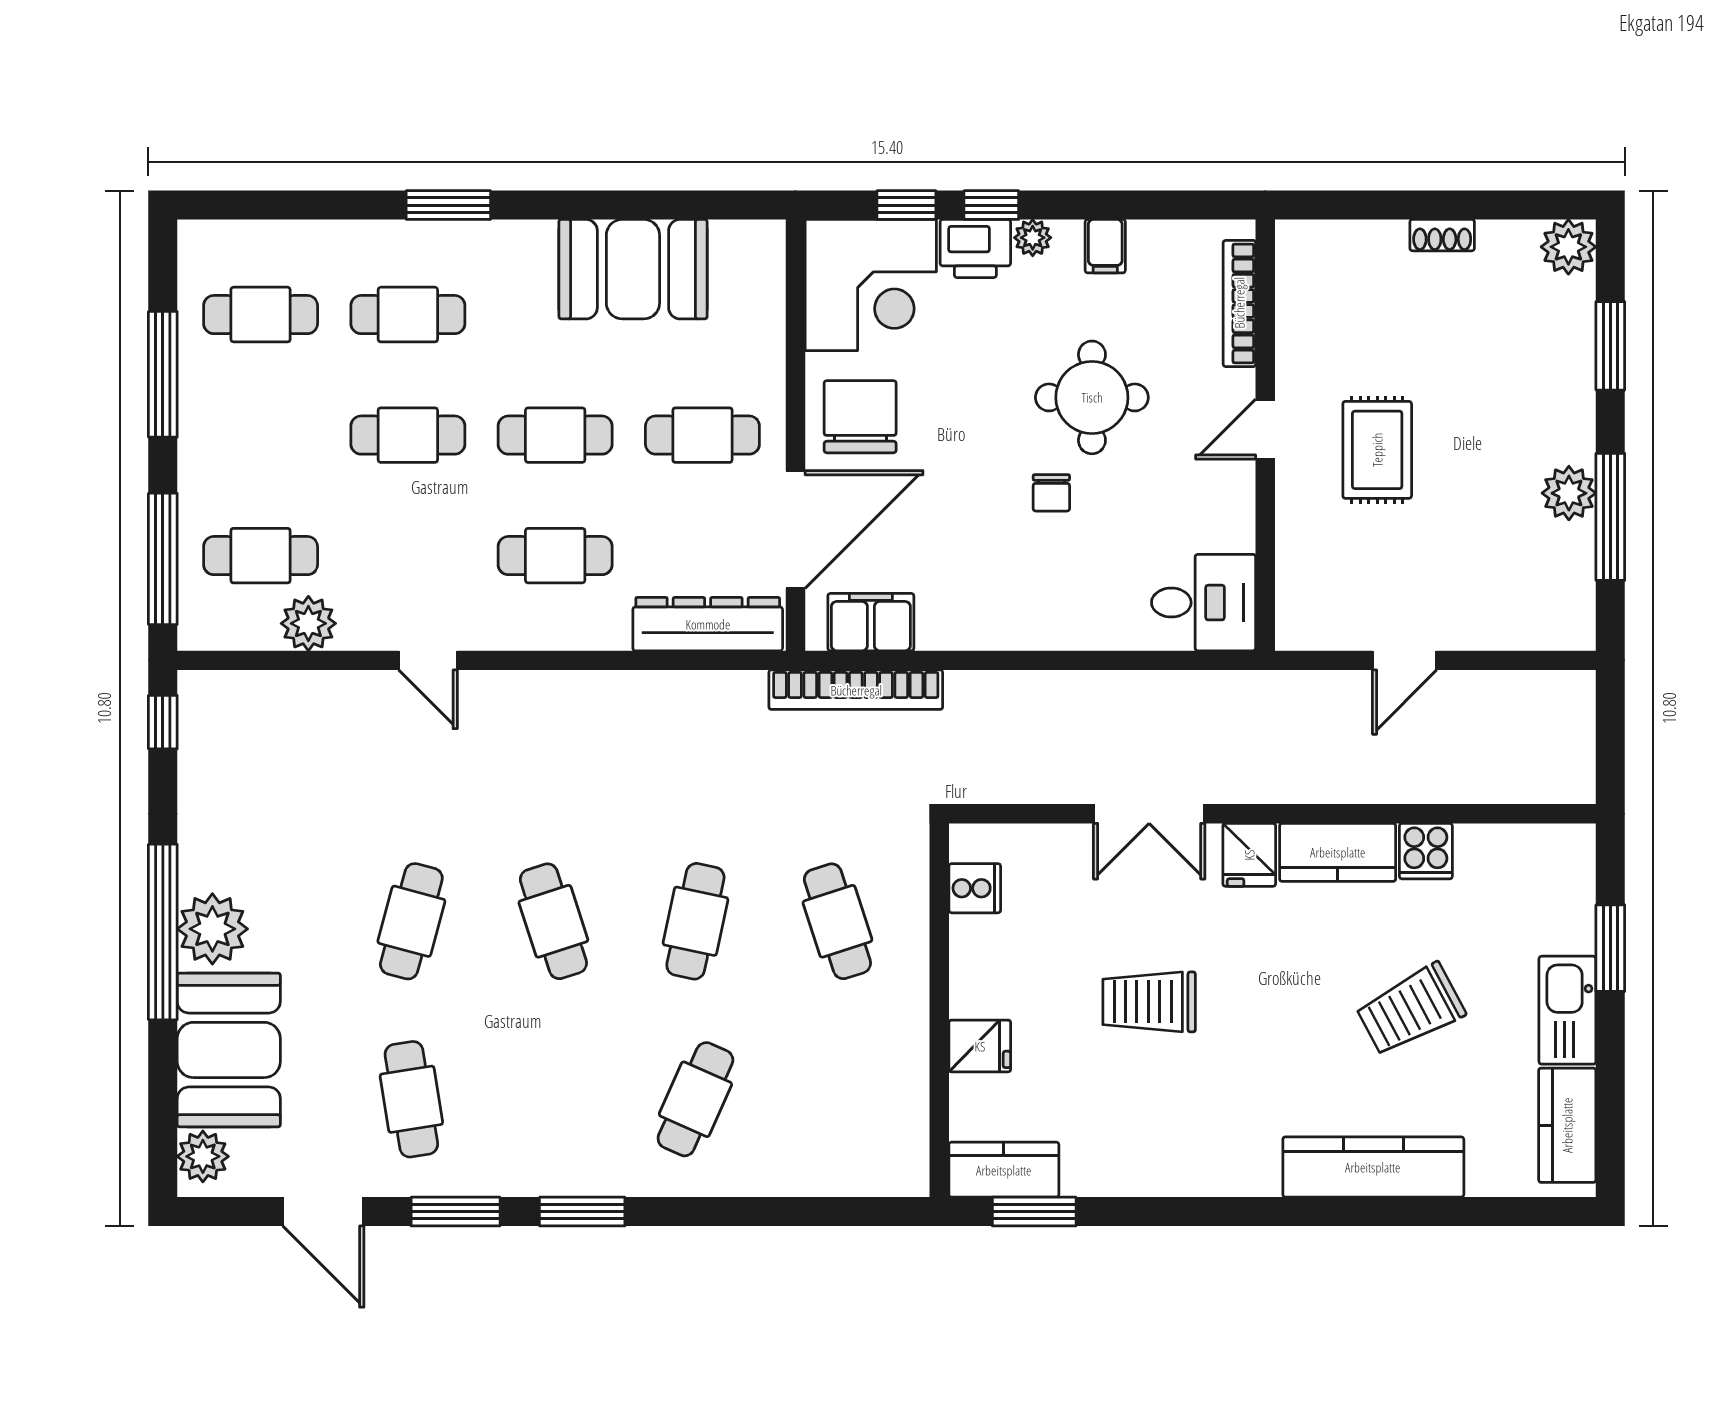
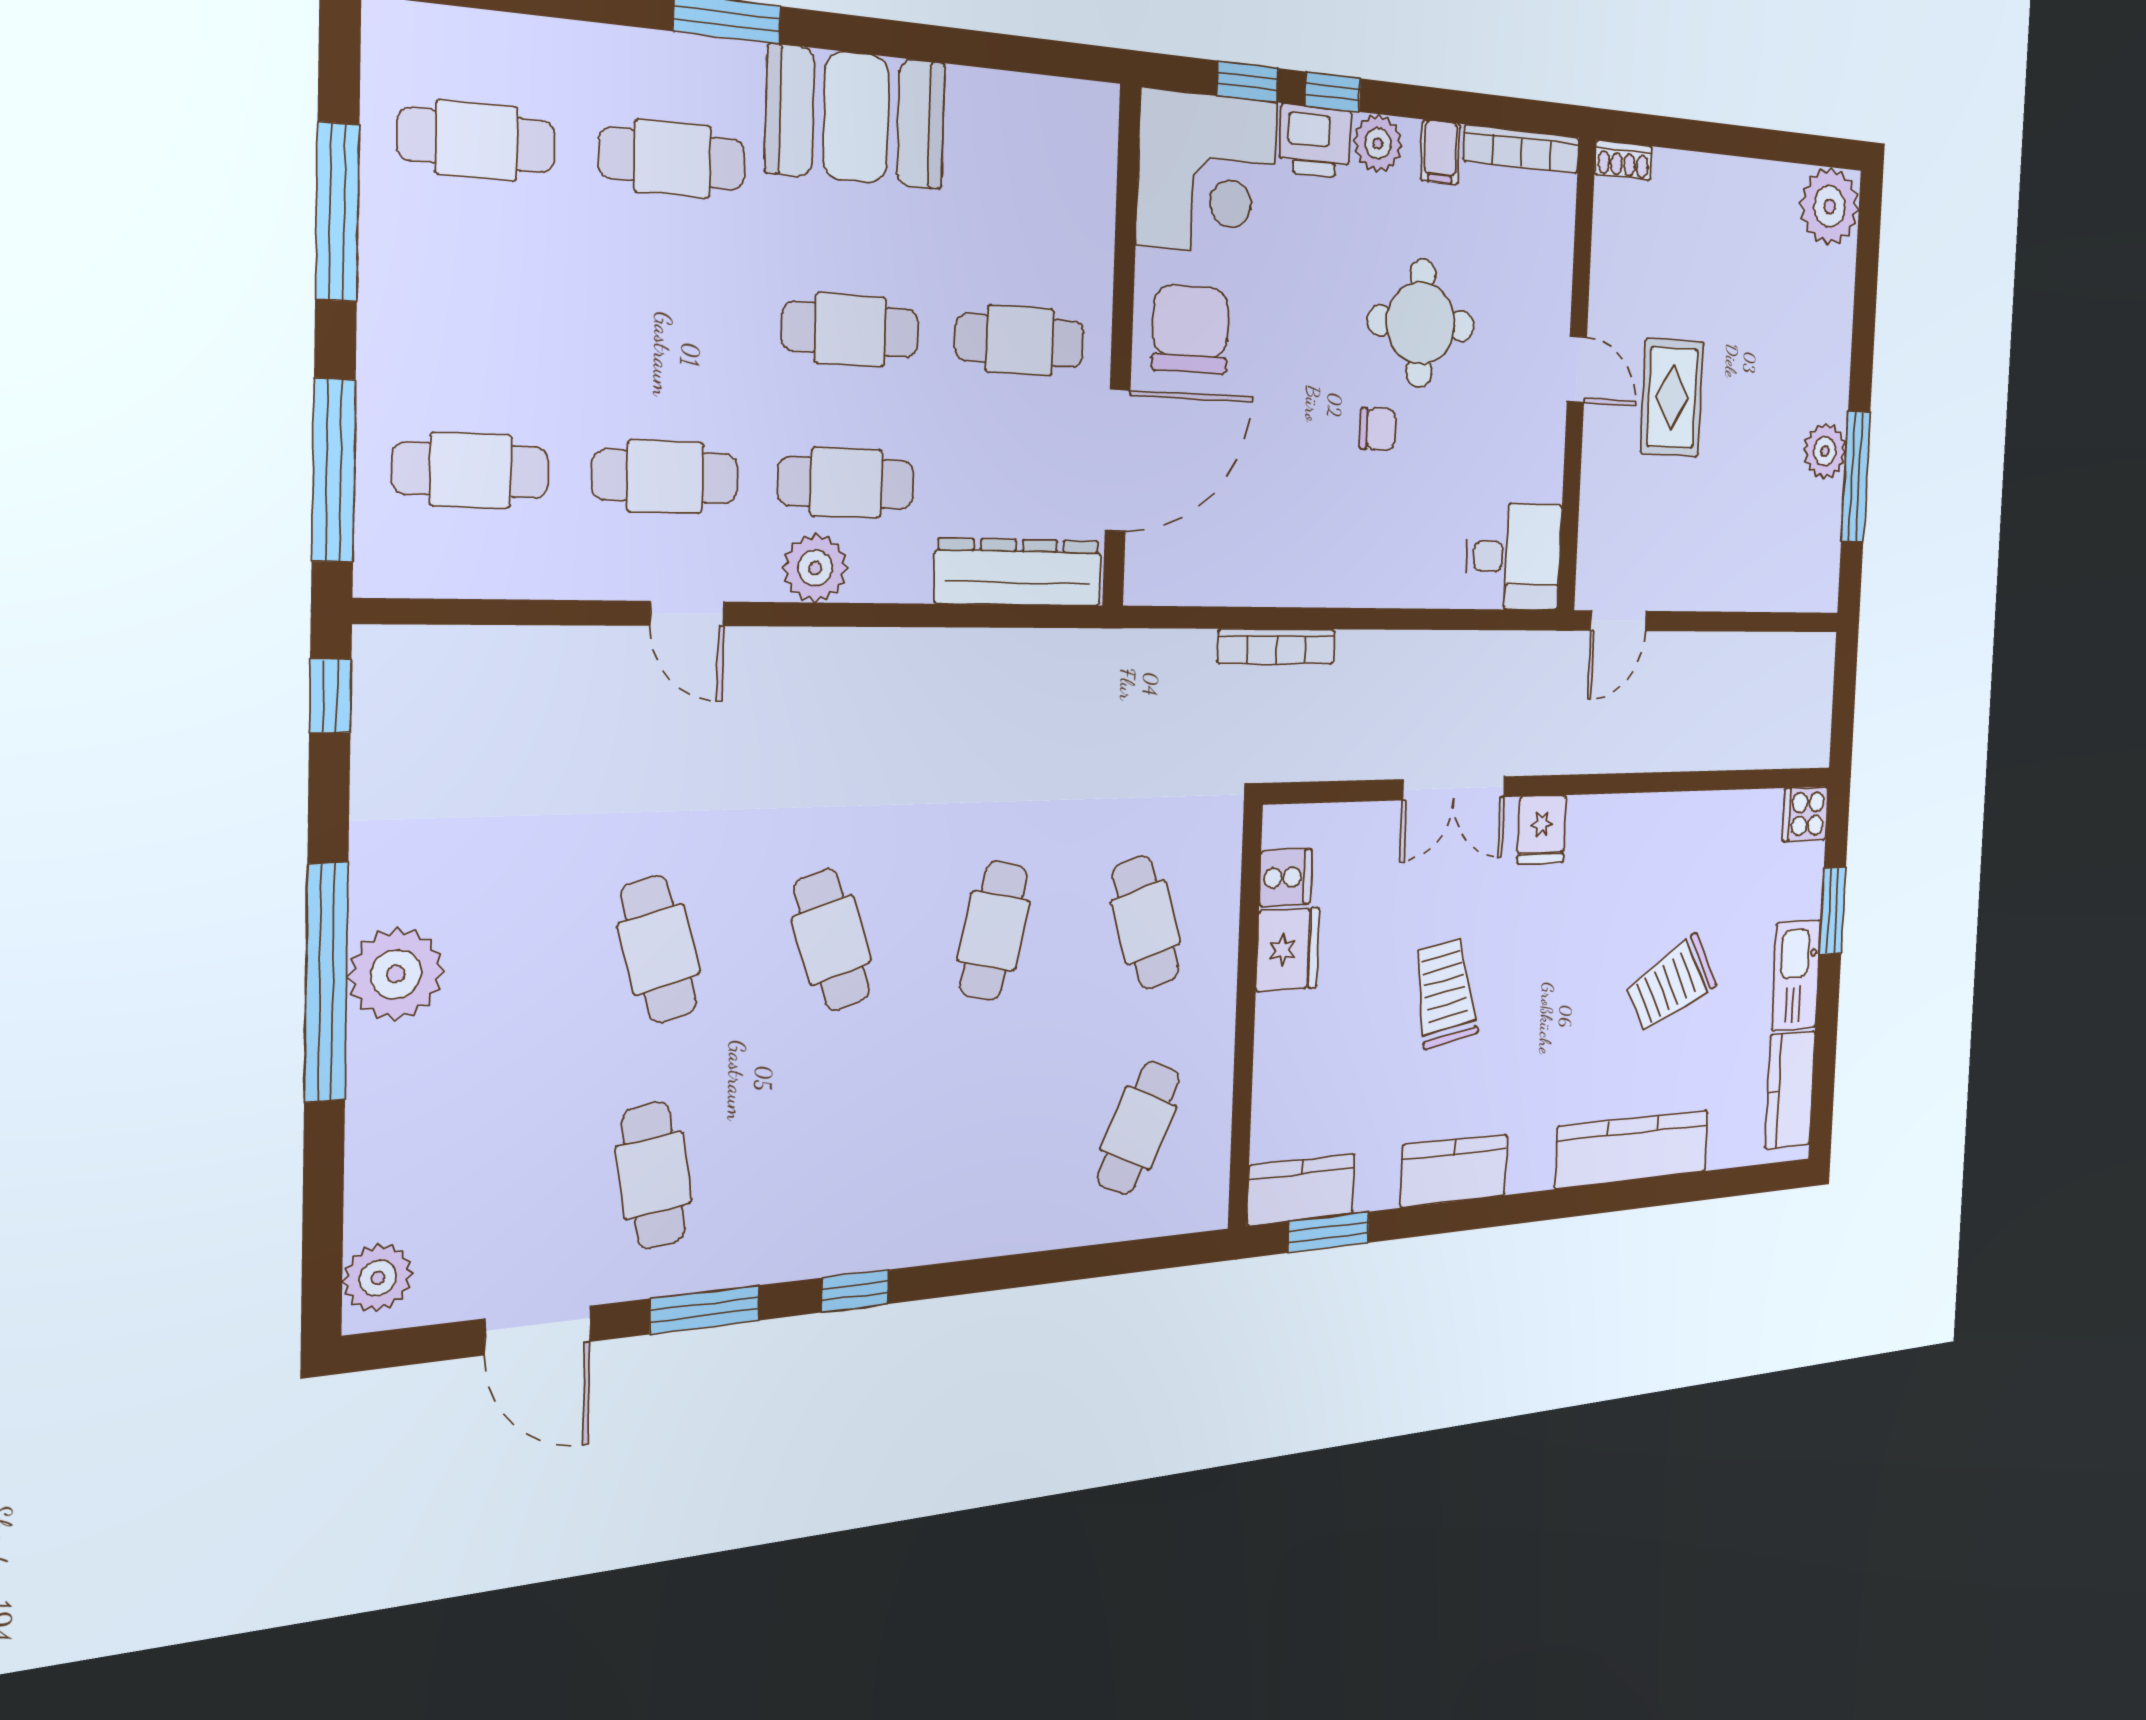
shoe rack: (1442, 235) -> (1623, 160), moved
plant: (1033, 238) -> (1378, 143), width x1.38, depth x1.38
plant: (1568, 247) -> (1830, 206), width x1.36, depth x1.36
booth: (633, 269) -> (856, 117), moved
bookcase: (1239, 303) -> (1522, 149), moved, turned -90
window: (1610, 346) -> (1865, 302), removed
door: (1265, 429) -> (1577, 369), swing flipped
cafe table: (408, 435) -> (665, 477), moved
chair: (1051, 493) -> (1378, 429), turned -90
filing cabinet: (871, 622) -> (1193, 573), removed
plant: (308, 623) -> (815, 568), moved
door: (1405, 660) -> (1619, 621), moved
bookcase: (856, 690) -> (1277, 646), moved, width x0.68, depth x0.76
cooker: (1426, 851) -> (1805, 814), moved, turned 90
kitchen counter: (1338, 852) -> (1454, 1170), moved, turned 180
cafe table: (411, 921) -> (659, 949), turned -30
trolley: (1149, 1002) -> (1445, 993), turned 79
fridge: (980, 1046) -> (1288, 950), moved, width x1.38
booth: (229, 1050) -> (416, 1134), removed
cafe table: (695, 1099) -> (1138, 1128), moved
window: (582, 1212) -> (855, 1291), width x0.67

